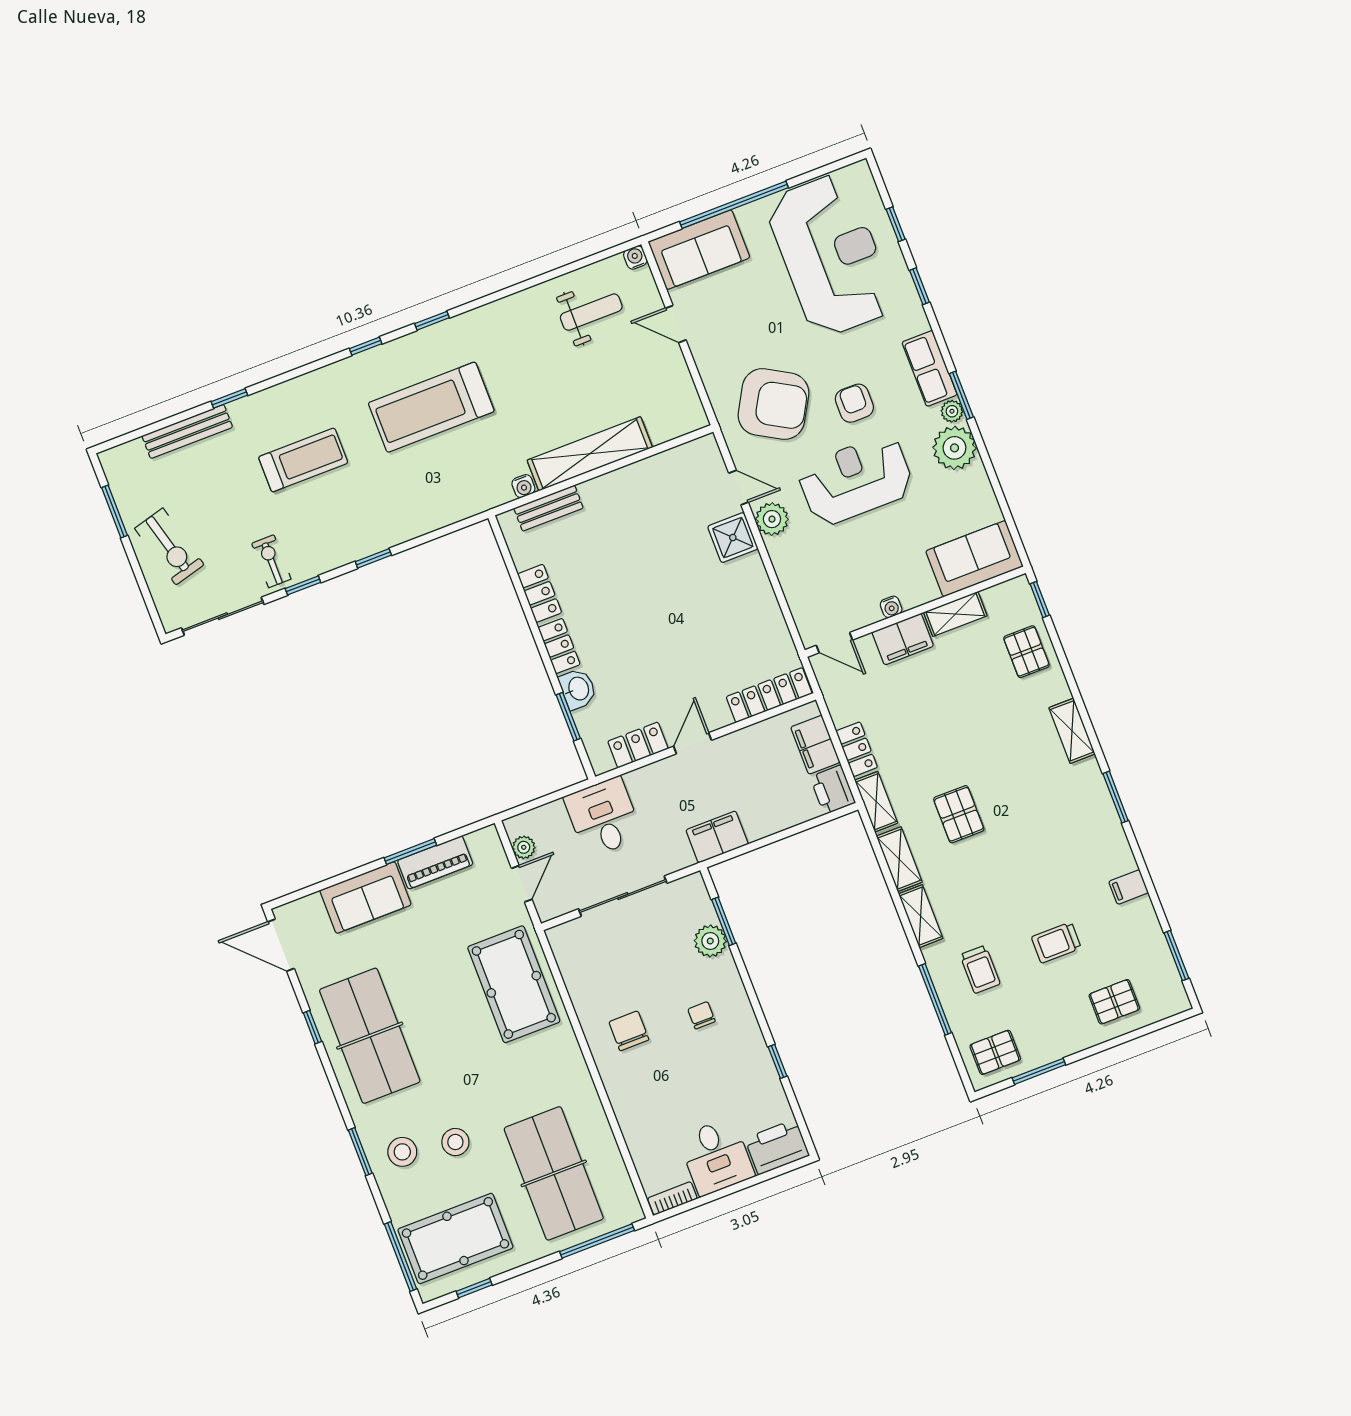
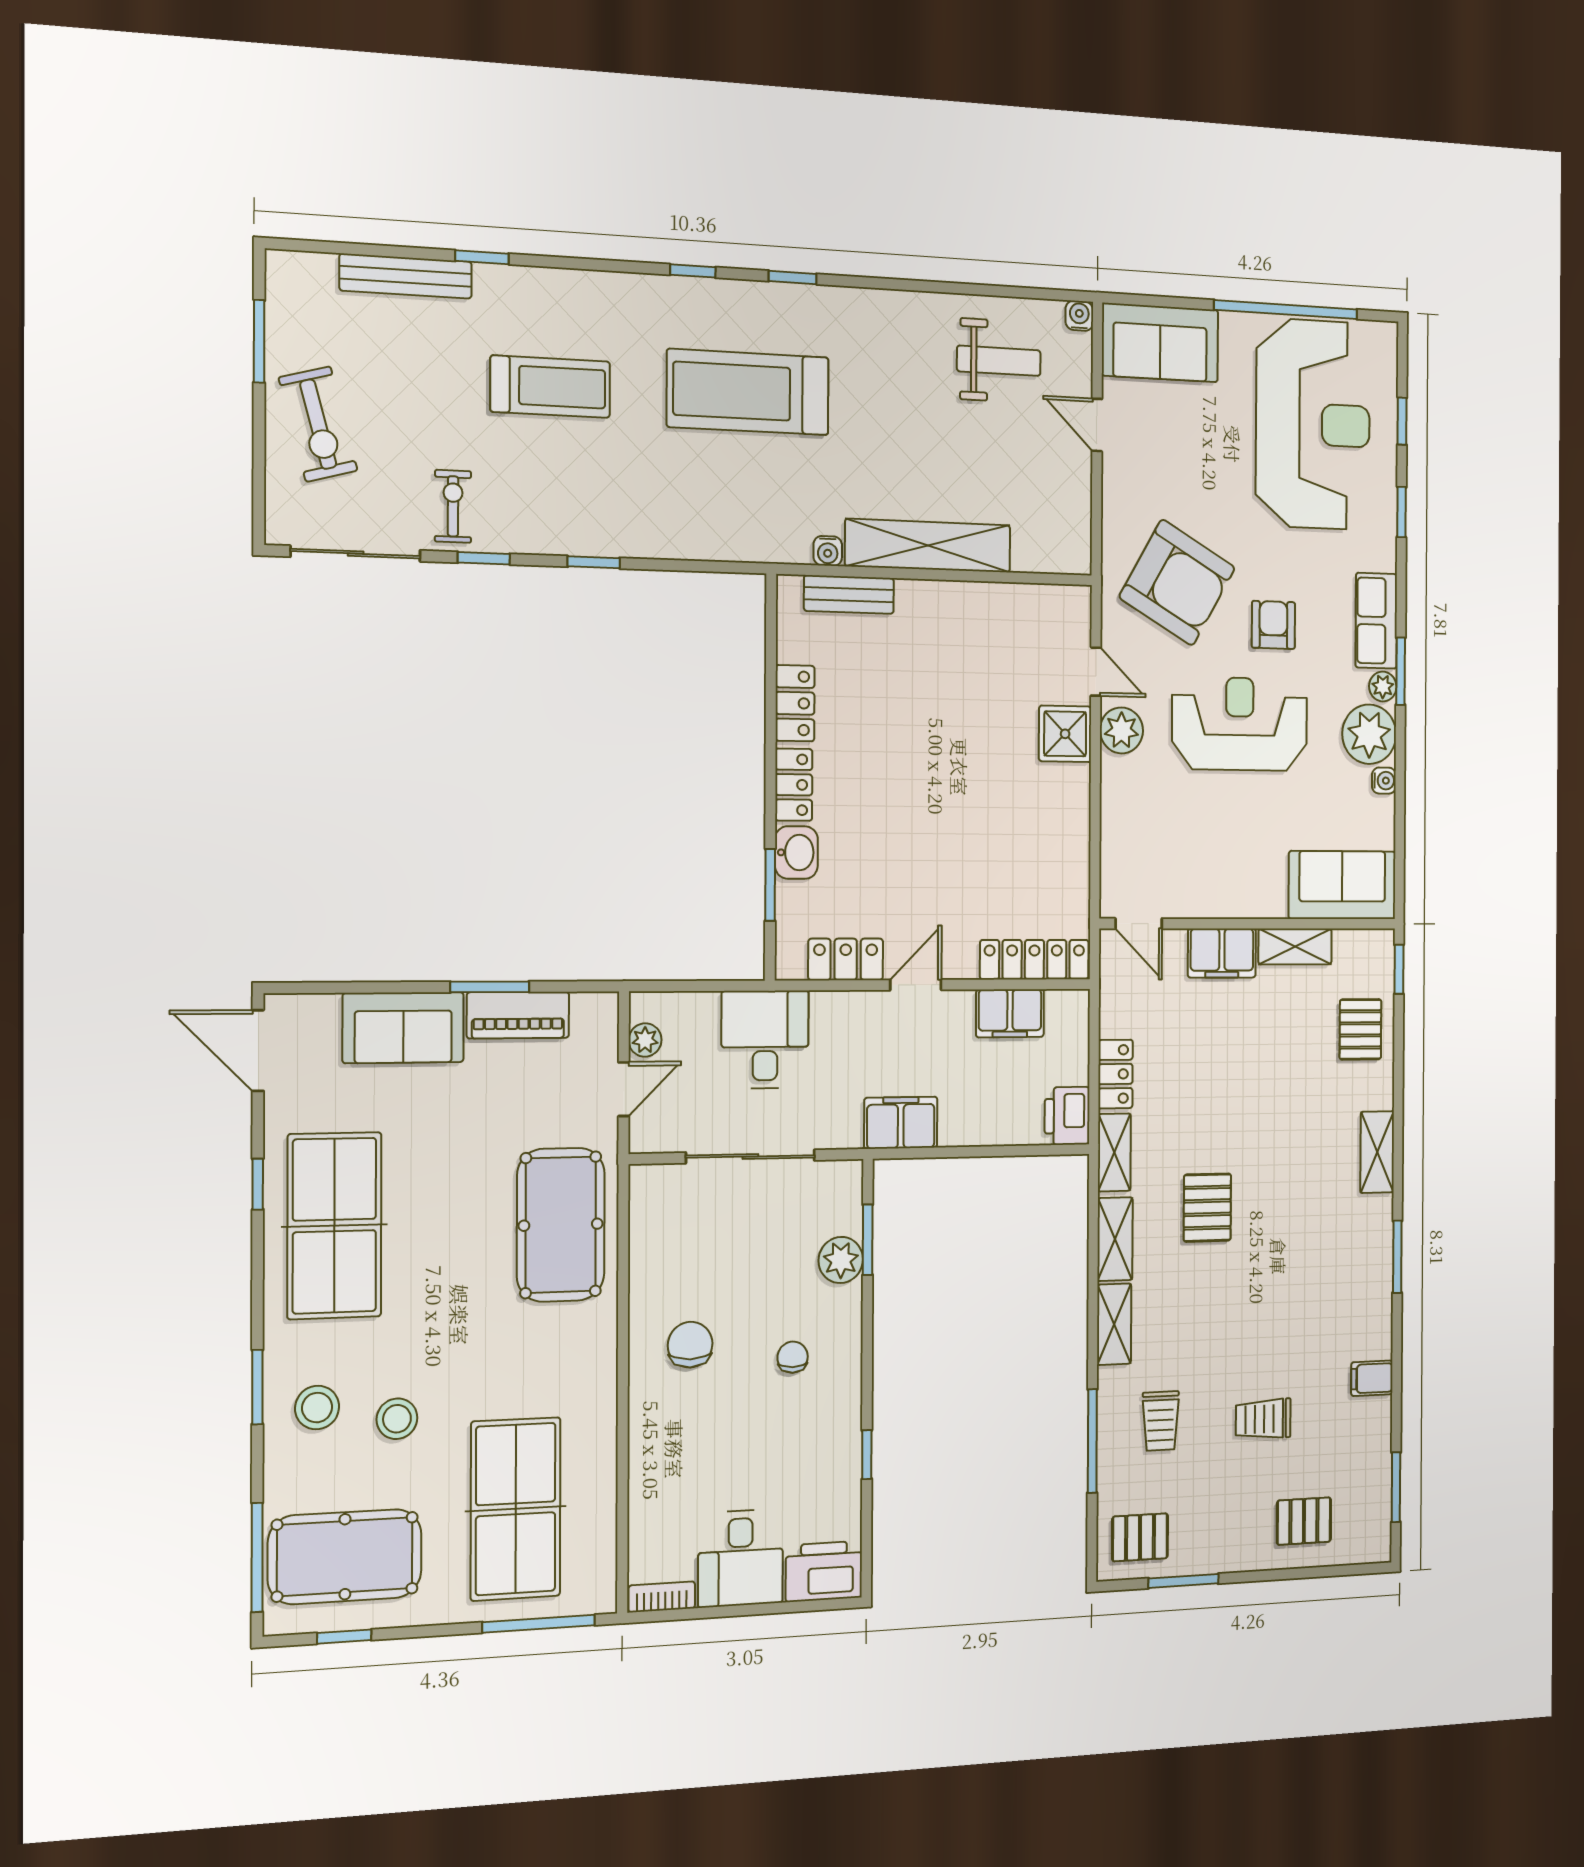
window: (734, 205) -> (1286, 310), moved
water cooler: (891, 607) -> (1384, 781), moved, turned -90
filing cabinet: (815, 745) -> (1010, 1013), moved, turned -90

